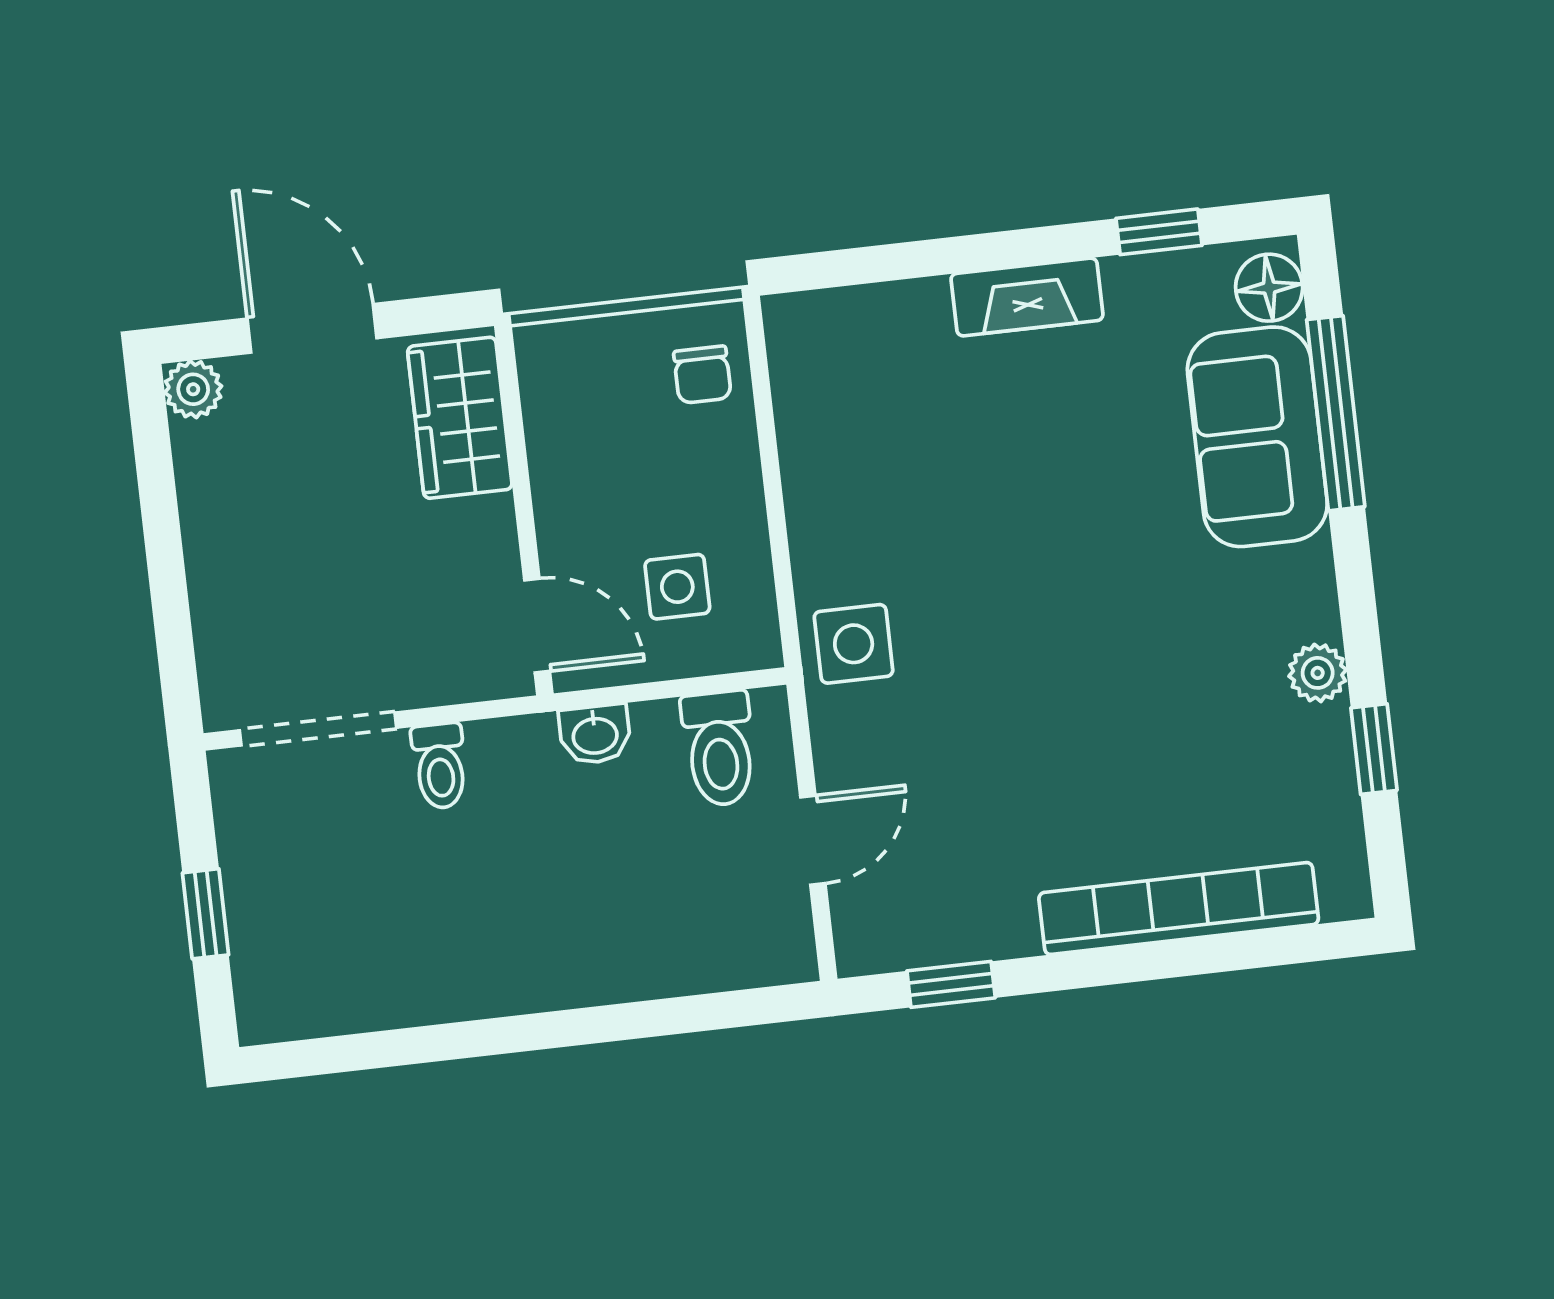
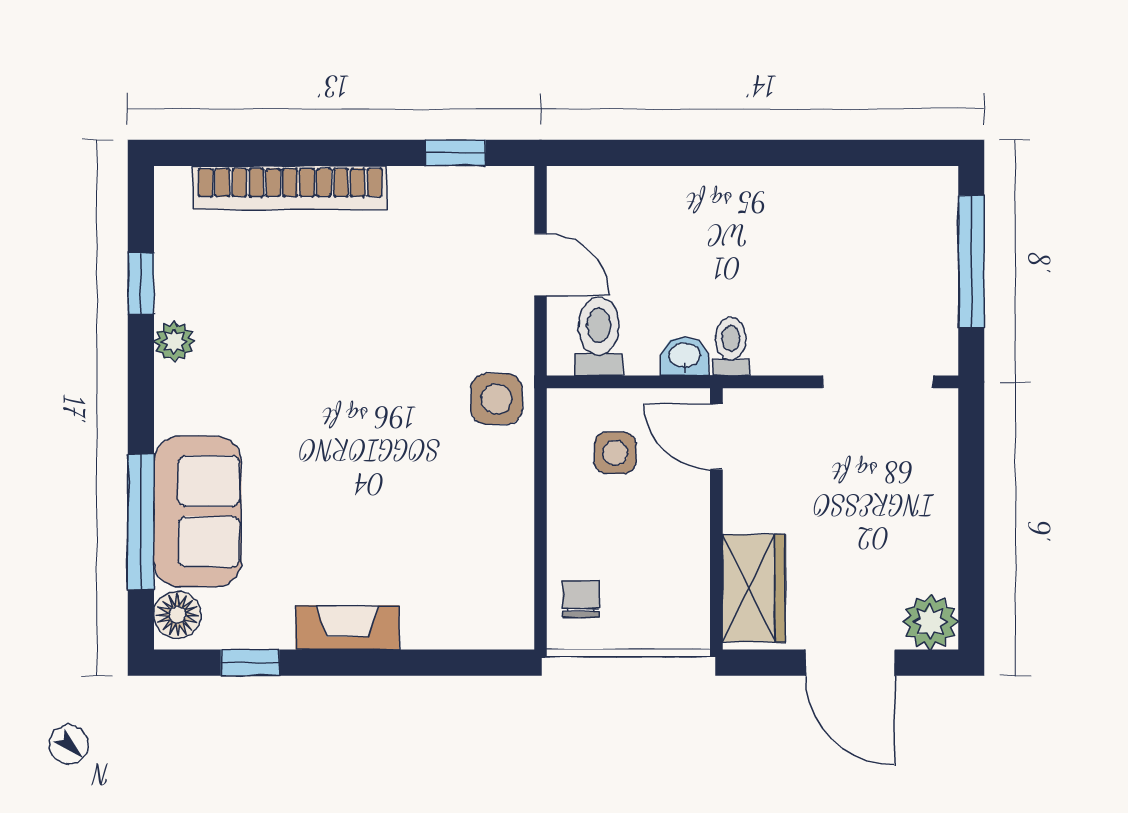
plant: (193, 389) -> (930, 622), width x1.38, depth x1.38
toilet: (440, 766) -> (731, 346), moved
door: (813, 840) -> (541, 265), swing flipped
window: (206, 914) -> (971, 262), width x2.17

